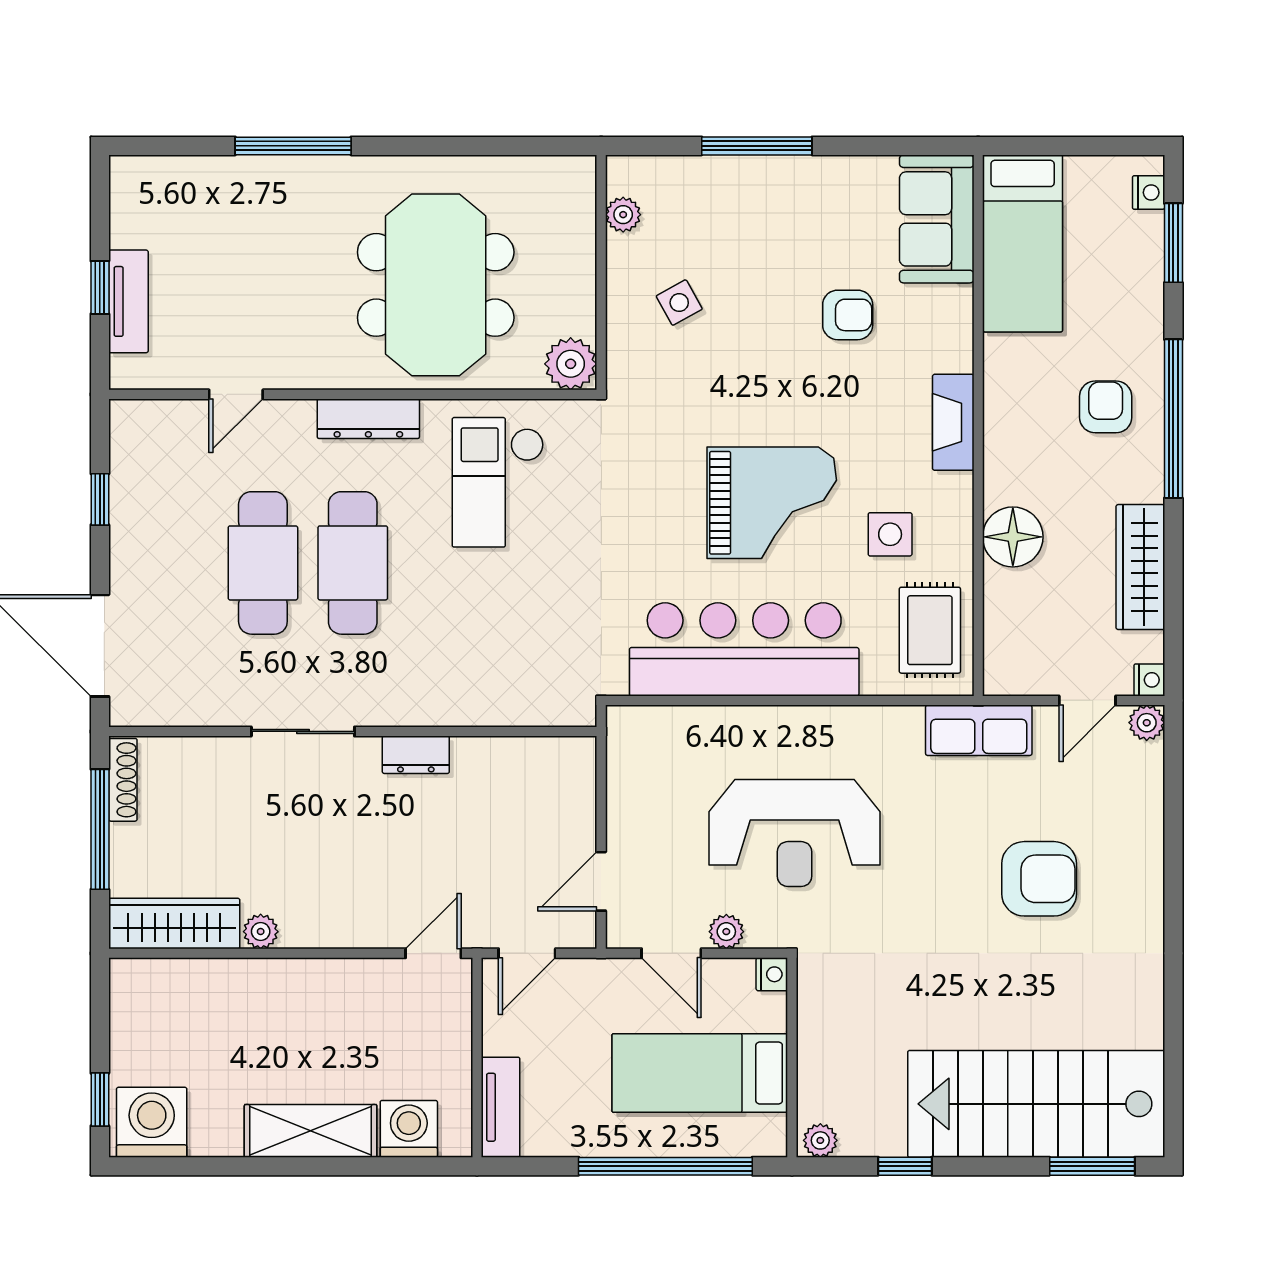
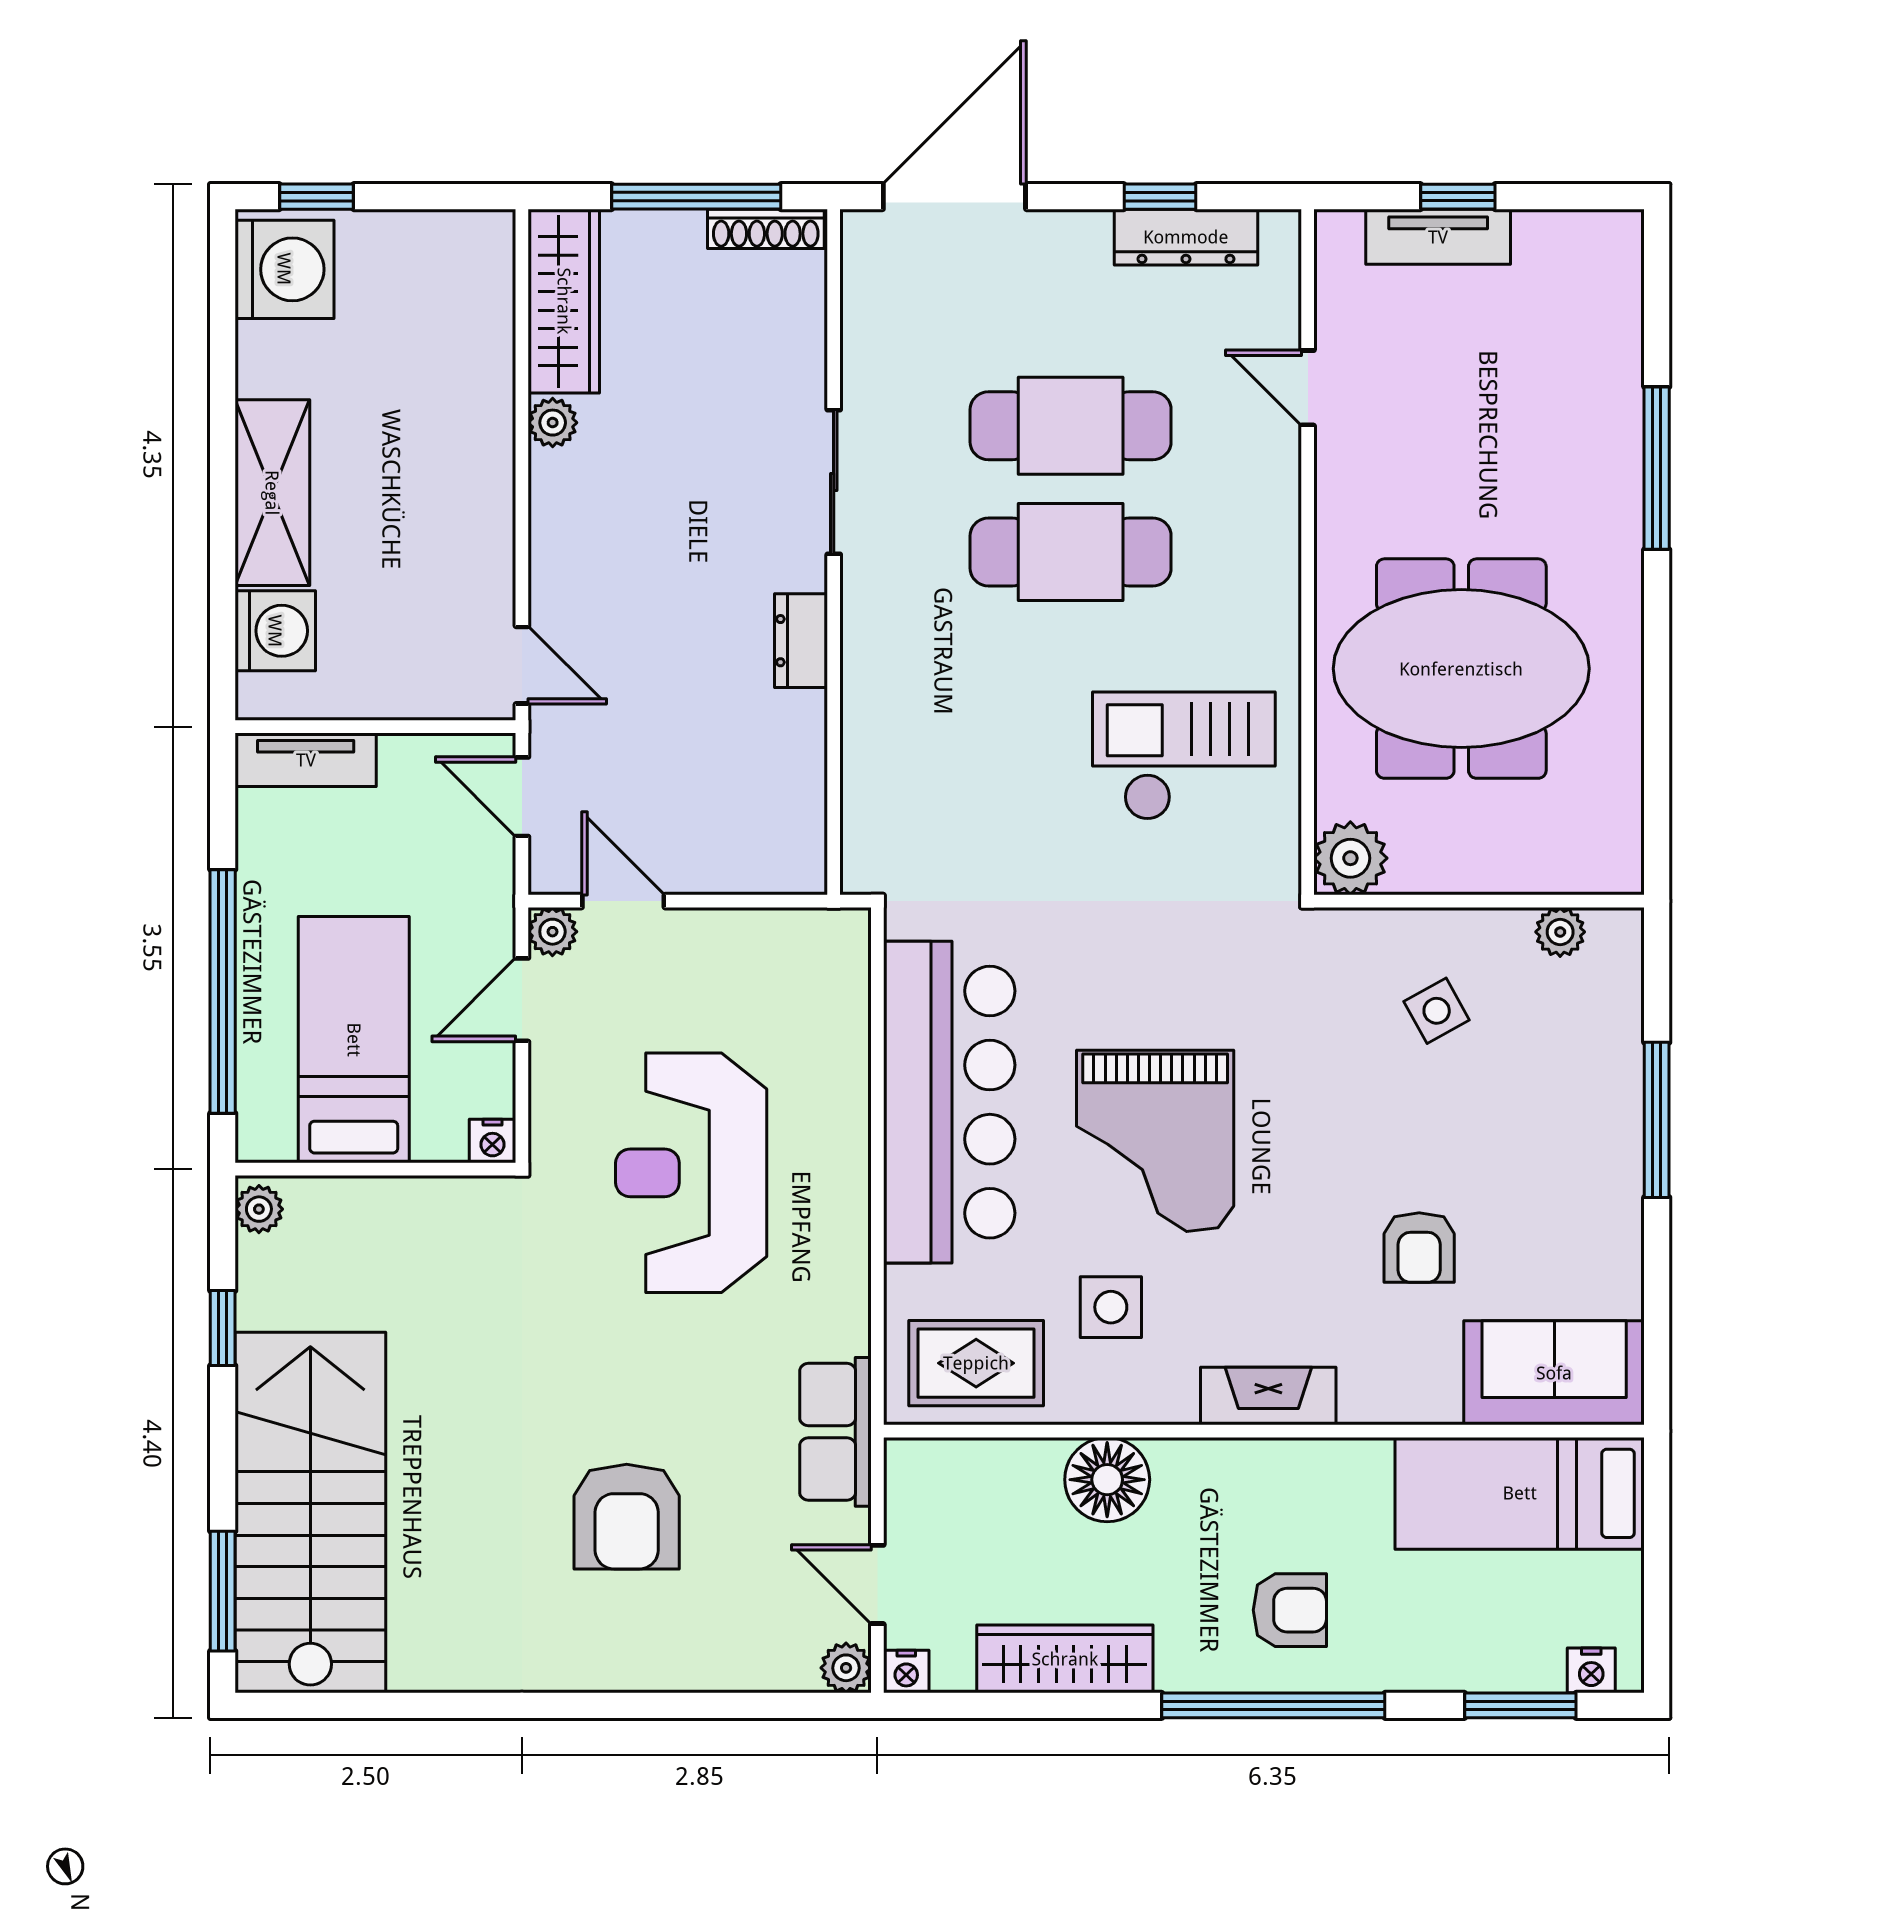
dresser: (368, 419) -> (1186, 237), moved, turned -90
plant: (726, 932) -> (552, 932), moved

